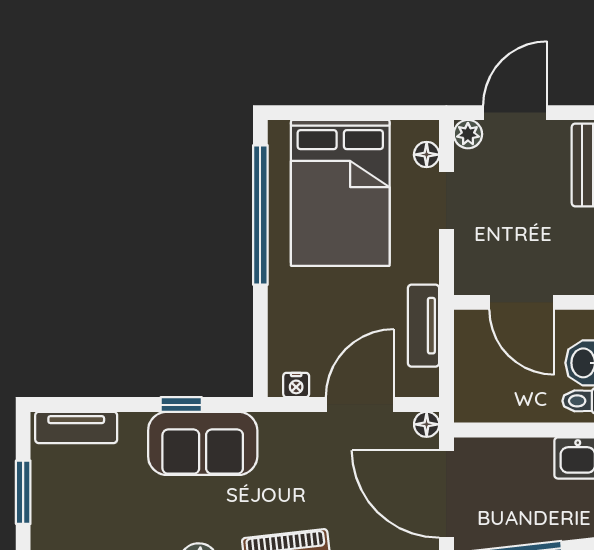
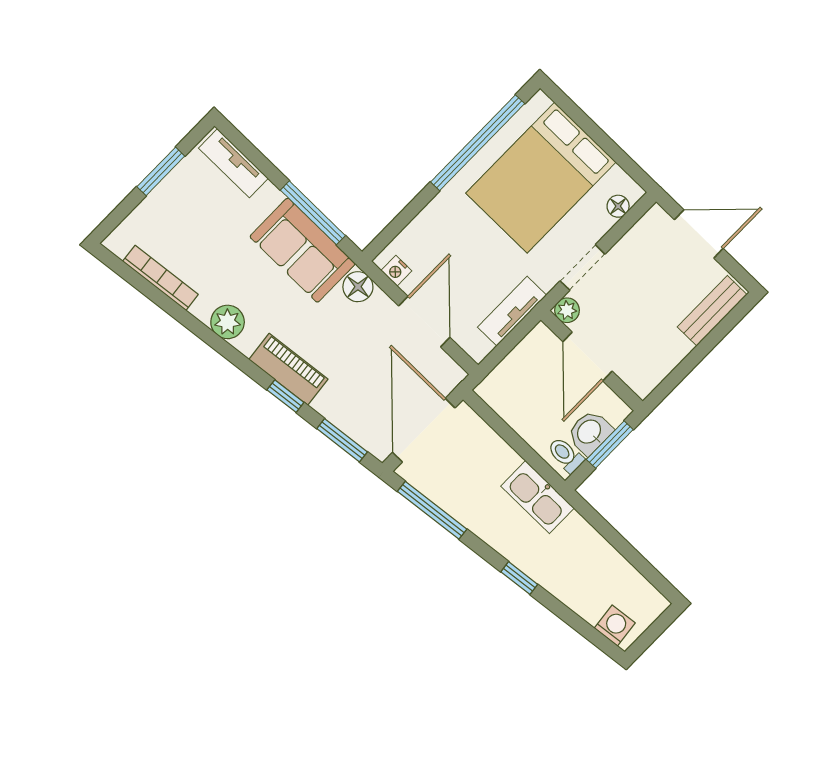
plant: (468, 134) -> (567, 310), moved
doorway: (446, 200) -> (583, 267), moved
window: (181, 405) -> (313, 213), width x2.17
door: (360, 405) -> (424, 322), hinge flipped
floor lamp: (427, 424) -> (358, 287), moved, width x1.37, depth x1.37

